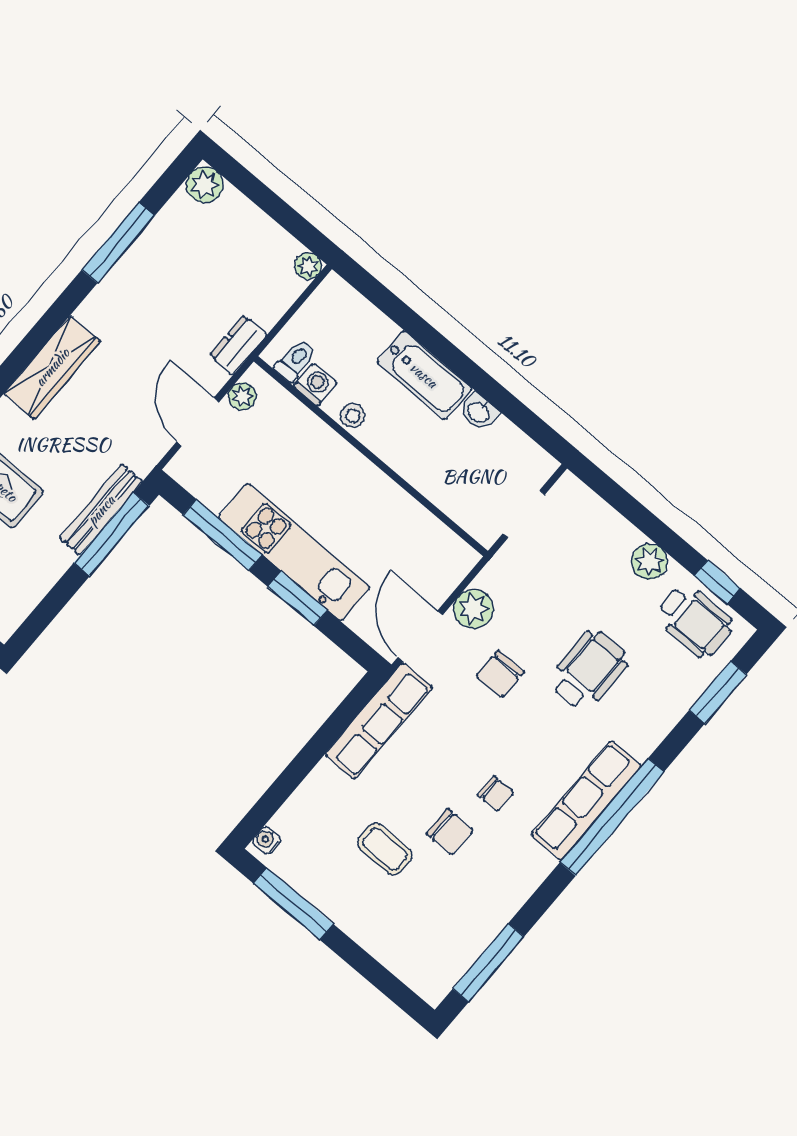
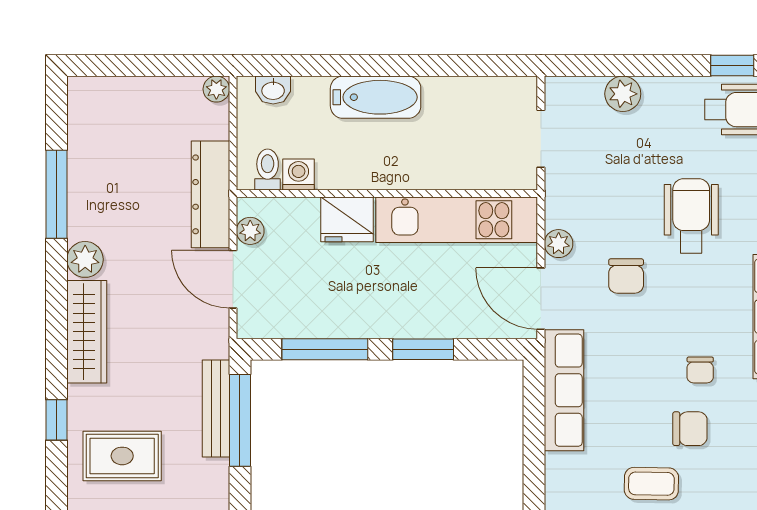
plant: (205, 185) -> (85, 259), moved
dresser: (238, 345) -> (210, 194), width x1.96, depth x1.24
washbasin: (479, 412) -> (273, 90), moved
stool: (353, 416) -> (347, 174), removed
fridge: (323, 450) -> (347, 219), added
kitchen unit: (294, 552) -> (457, 220), moved, turned 180
plant: (649, 562) -> (623, 94), moved
plant: (473, 609) -> (559, 244), width x0.73, depth x0.73
chair: (496, 794) -> (700, 370), turned 90

